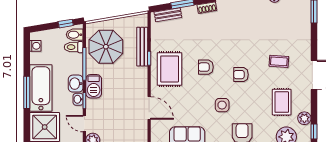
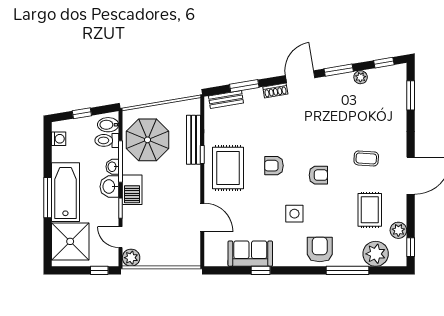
window: (66, 24) -> (82, 113), moved
armchair: (241, 75) -> (318, 175), turned 180
washbasin: (78, 99) -> (112, 167), moved

